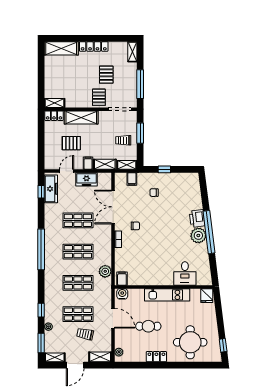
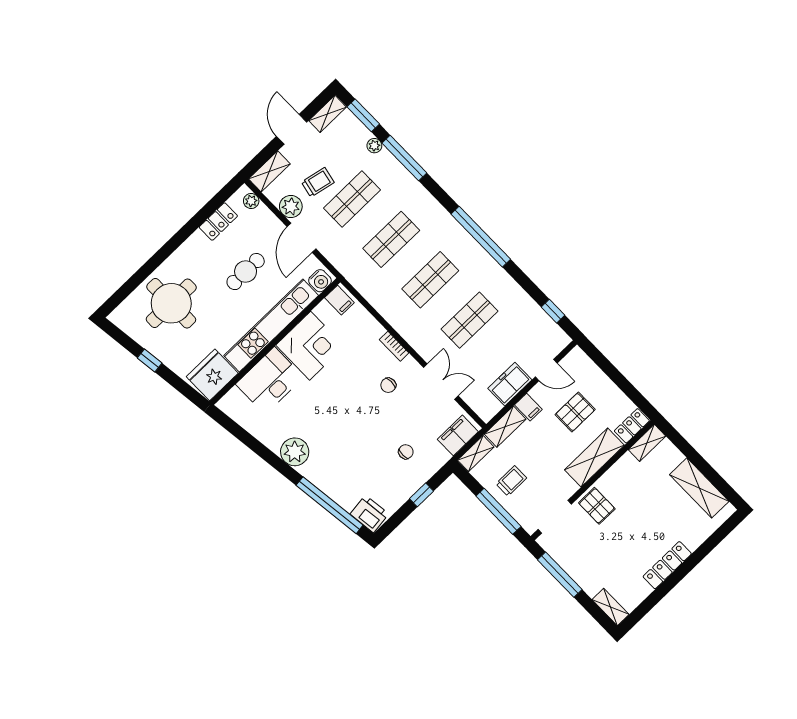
shelving: (61, 48) -> (699, 488), moved, turned 90
pallet: (106, 75) -> (616, 544), removed
window: (140, 133) -> (498, 511), width x1.44
door: (67, 171) -> (546, 370), hinge flipped
filing cabinet: (132, 179) -> (458, 435), width x2.00
freezer: (51, 189) -> (544, 327), removed
double door: (113, 207) -> (441, 382), width x0.73
printer: (197, 218) -> (369, 514), moved
window: (209, 232) -> (330, 505), moved
plant: (105, 271) -> (291, 206), moved
corner desk: (151, 272) -> (310, 346), added
desk: (185, 273) -> (270, 381), width x1.37
kitchen unit: (167, 295) -> (271, 326), width x1.36
fridge: (207, 296) -> (212, 375), width x1.88, depth x1.34
window: (41, 310) -> (404, 158), width x2.17
door: (113, 318) -> (301, 238), hinge flipped
window: (223, 345) -> (150, 361), moved
locker: (156, 357) -> (218, 222), moved

